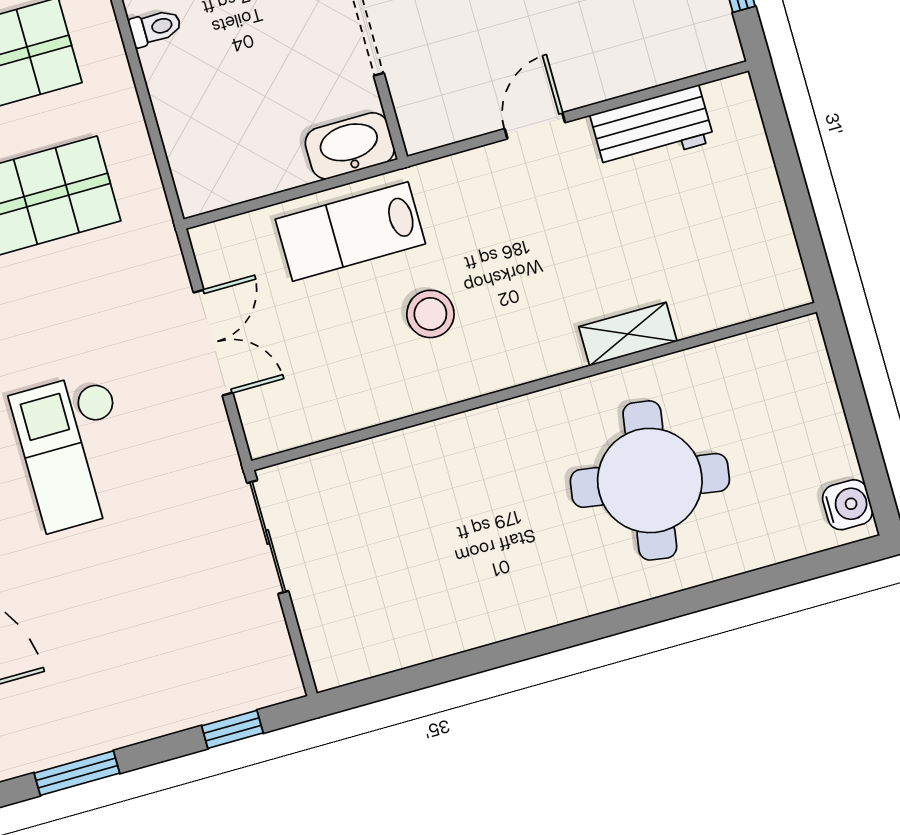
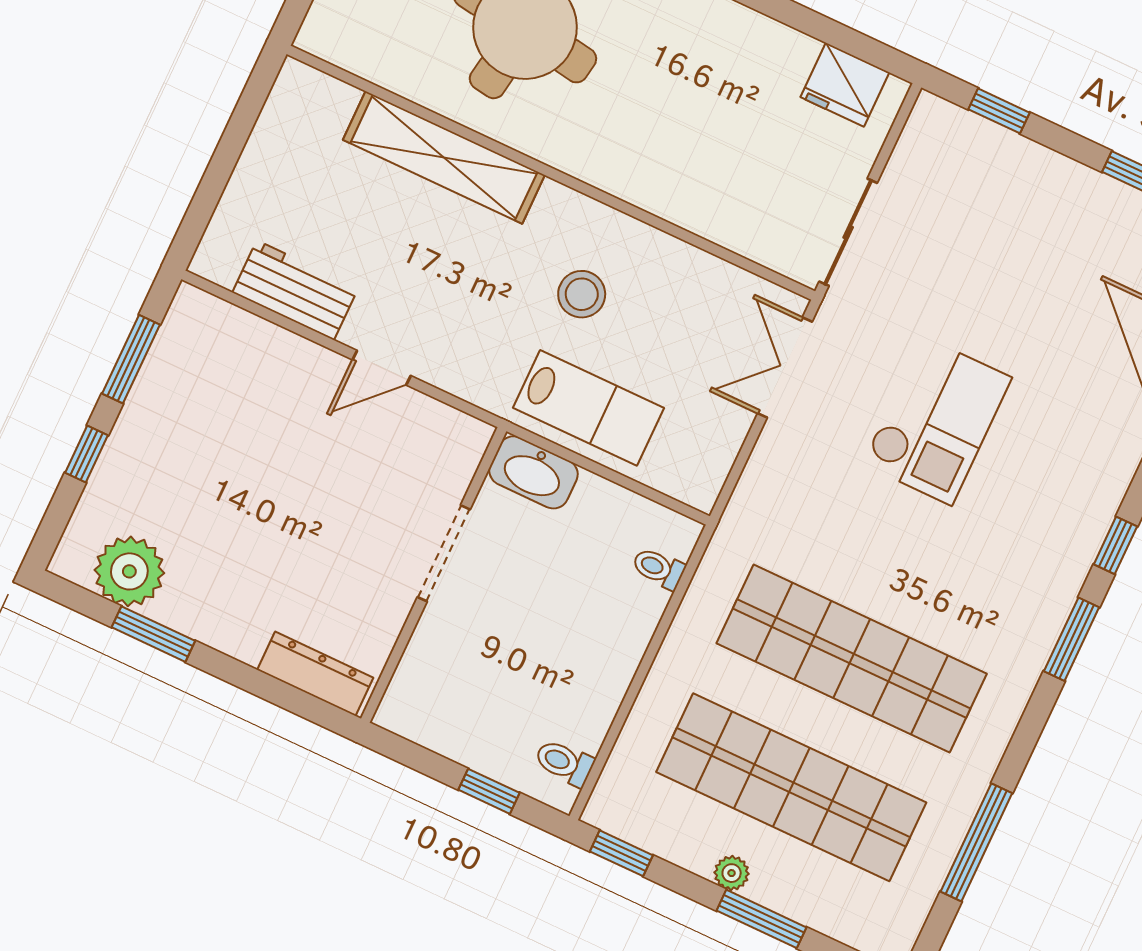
toilet: (155, 28) -> (658, 568), moved
shelving: (628, 334) -> (444, 157), width x2.20, depth x1.33
double door: (213, 343) -> (785, 367), moved
fridge: (367, 648) -> (845, 85), added

